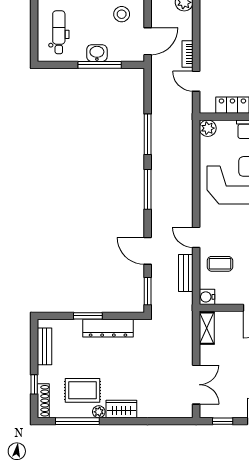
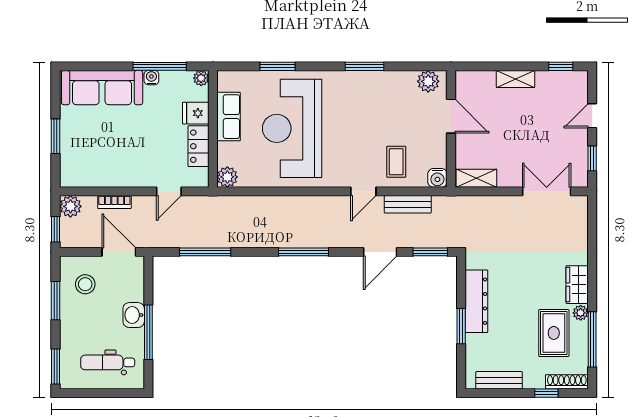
bookcase: (188, 54) -> (114, 202), moved
window: (100, 65) -> (148, 332), moved
window: (148, 134) -> (205, 252), moved

